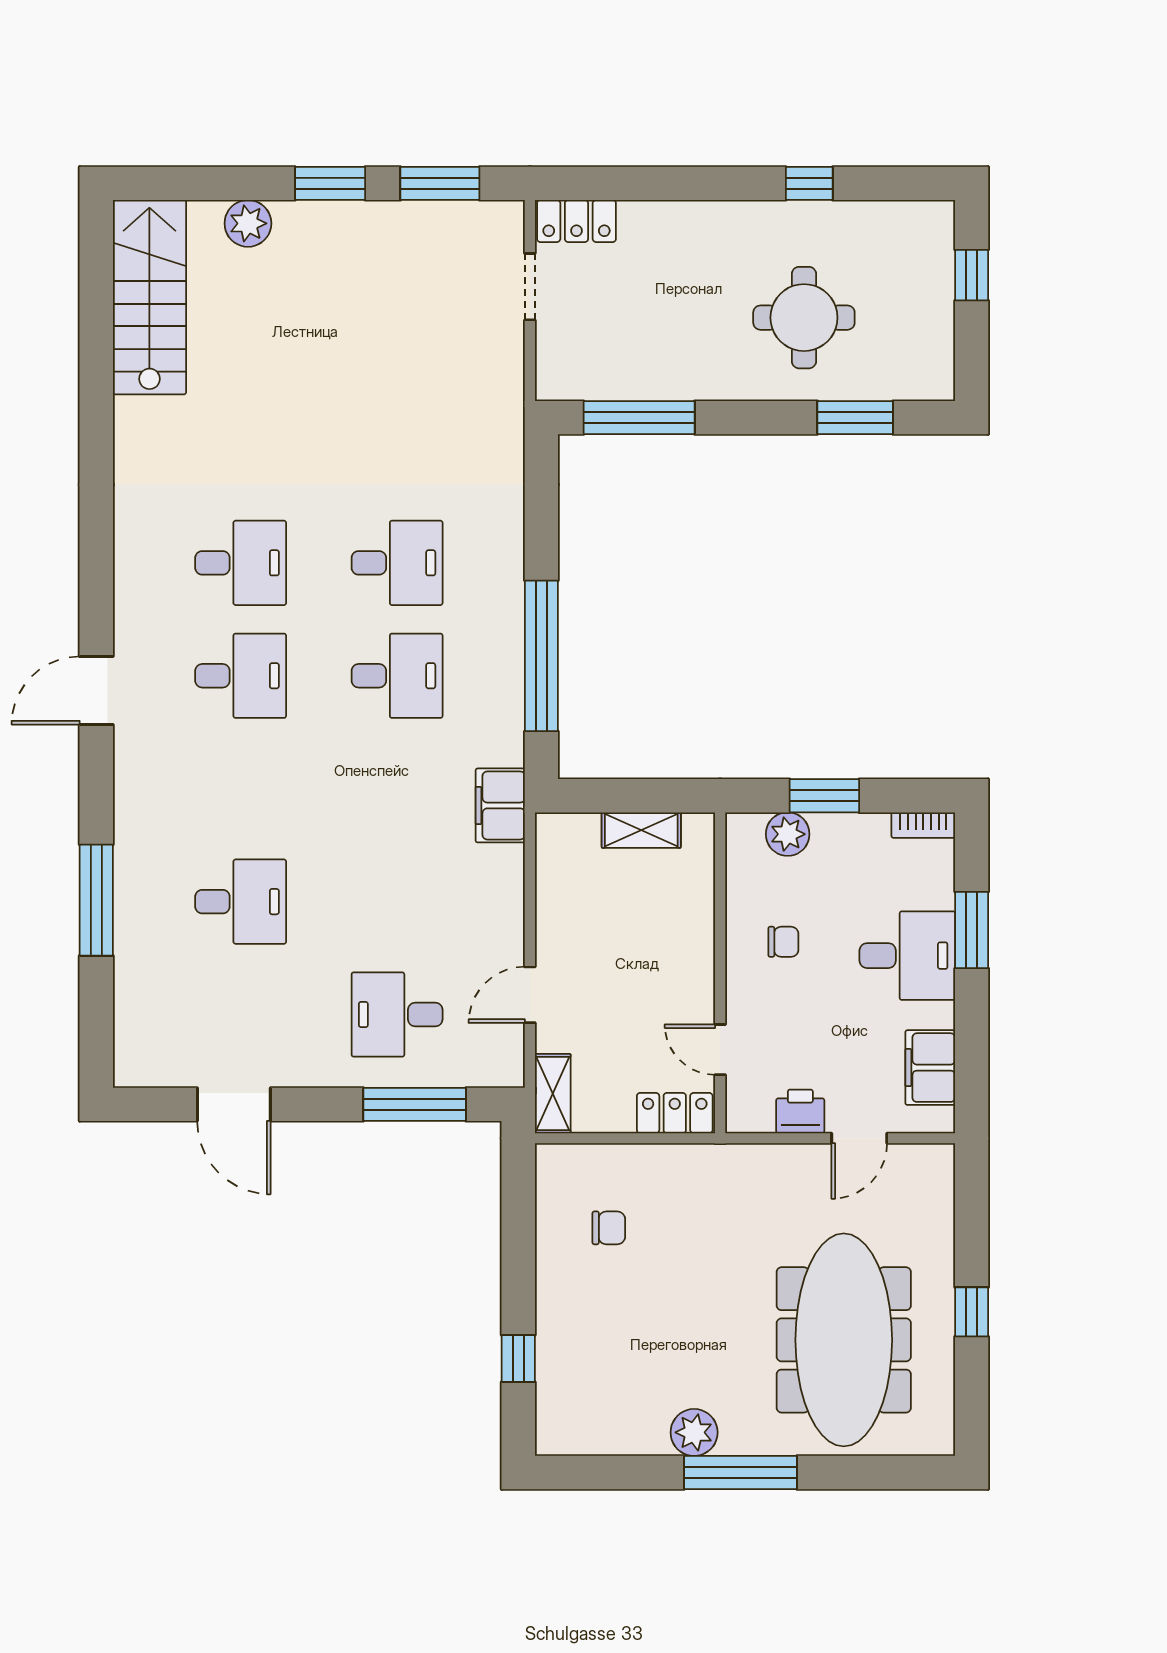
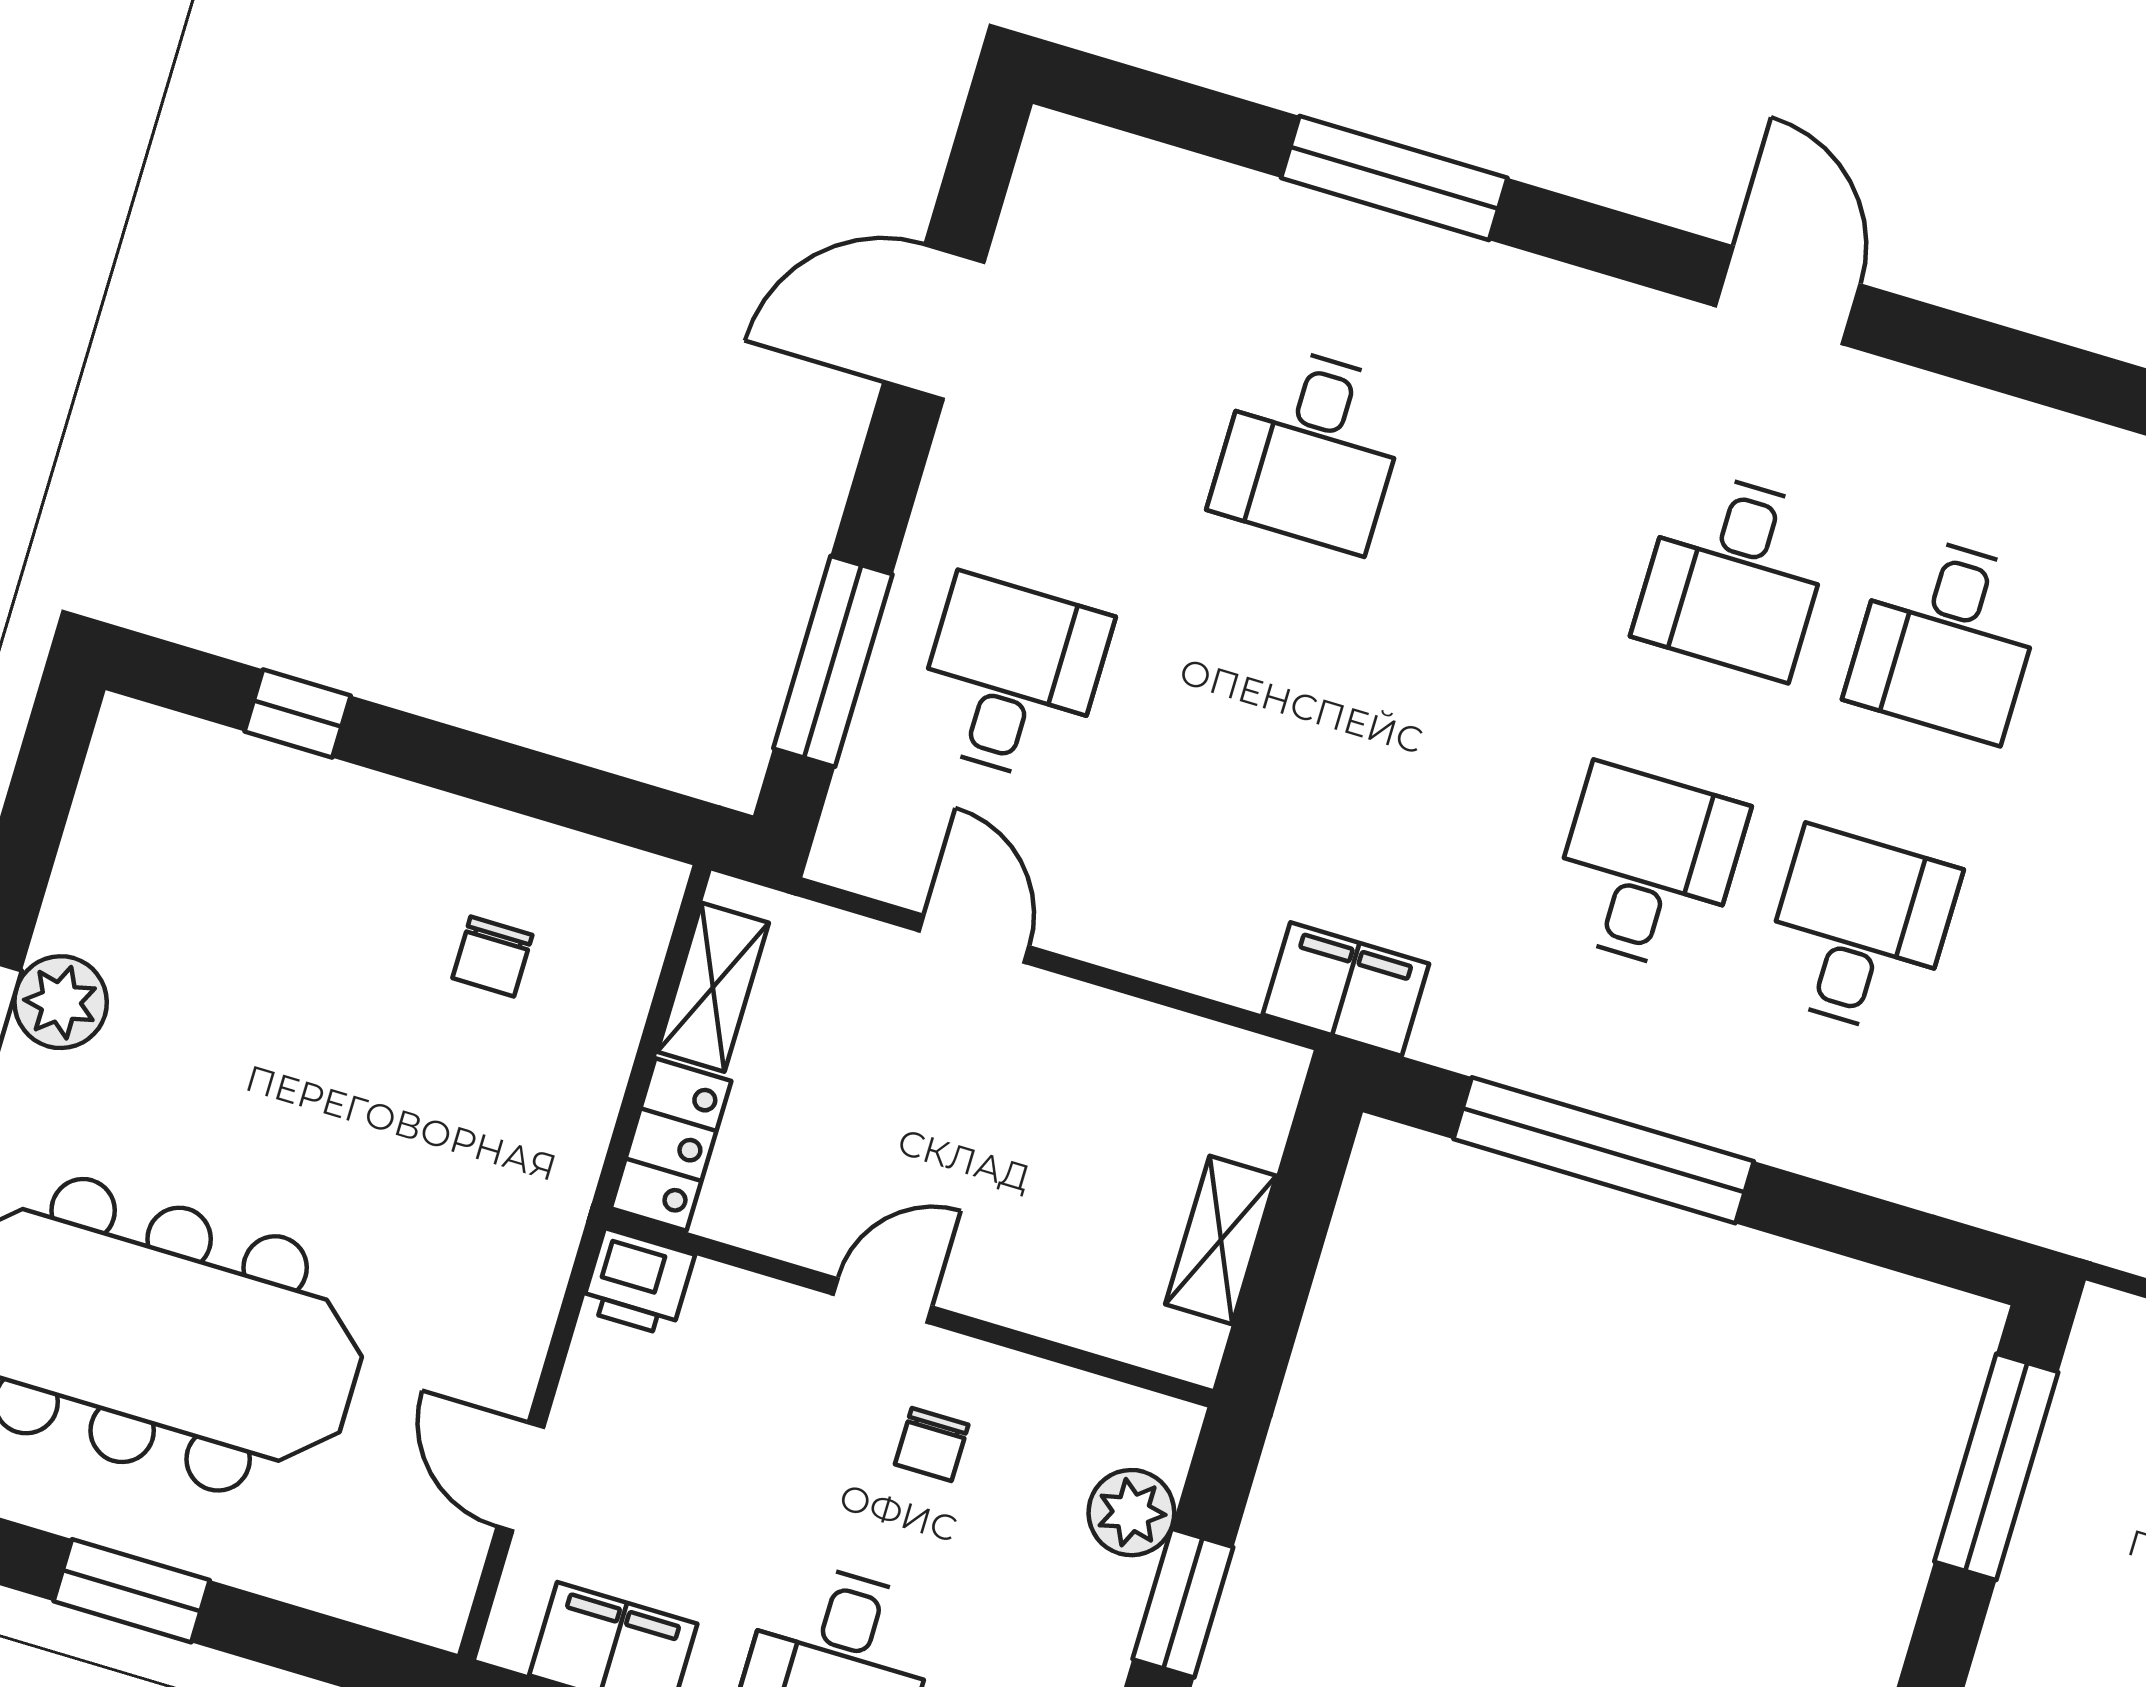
desk: (397, 563) -> (1859, 931), turned 180
desk: (397, 676) -> (1647, 868), turned 180
door: (720, 1050) -> (883, 1300), moved
shelving: (553, 1094) -> (713, 987), moved, turned 90
printer: (800, 1111) -> (638, 1282), moved, turned 90
window: (972, 1312) -> (132, 1591), width x1.50

